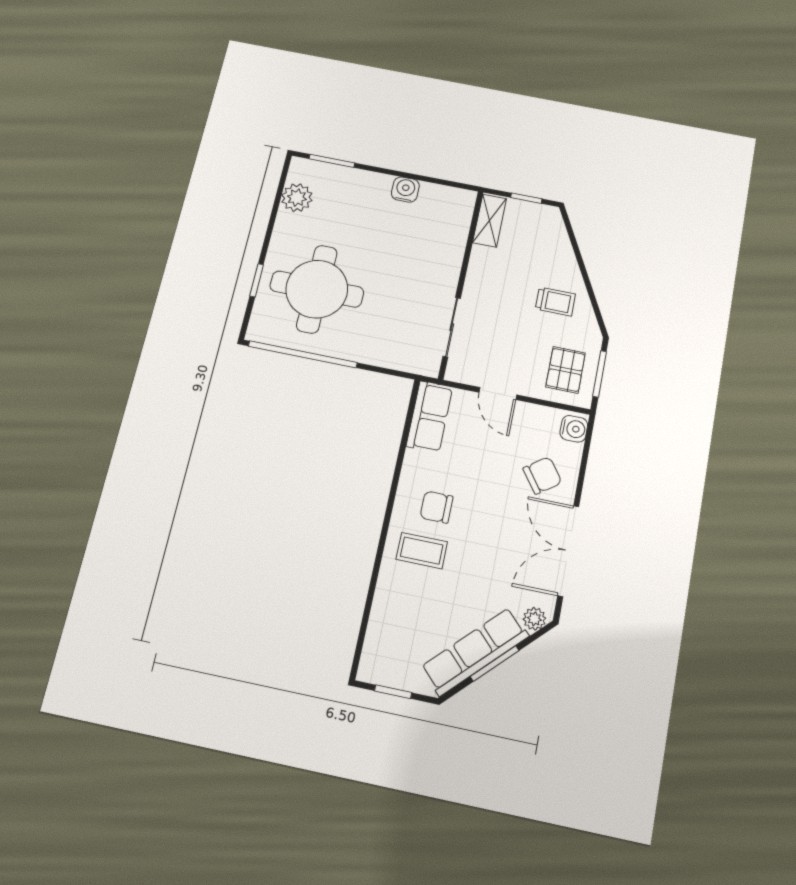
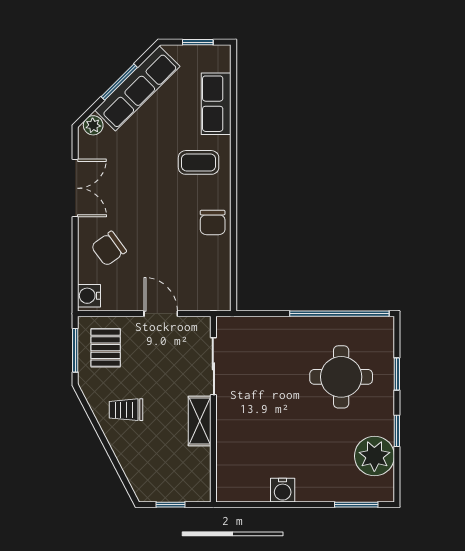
plant: (297, 198) -> (374, 456), width x1.36, depth x1.36
shelving: (490, 221) -> (200, 421), moved
window: (271, 224) -> (397, 431), added
round table: (317, 289) -> (341, 377), width x0.73, depth x0.73
row of seats: (429, 417) -> (216, 104), moved
chair: (437, 507) -> (213, 222), moved, turned 90
double door: (568, 551) -> (75, 188), width x0.73

